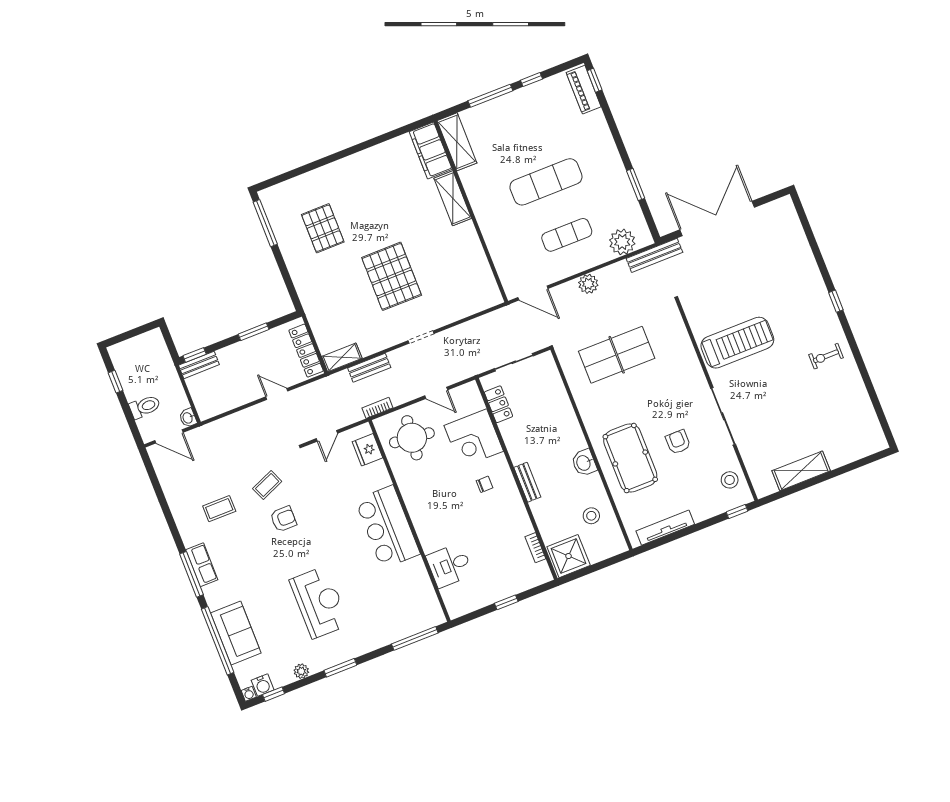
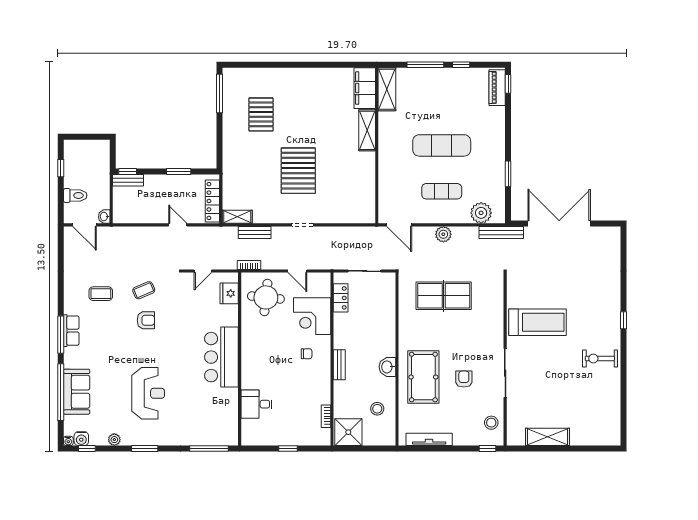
exercise bike: (826, 356) -> (600, 358), width x1.38, depth x1.39

